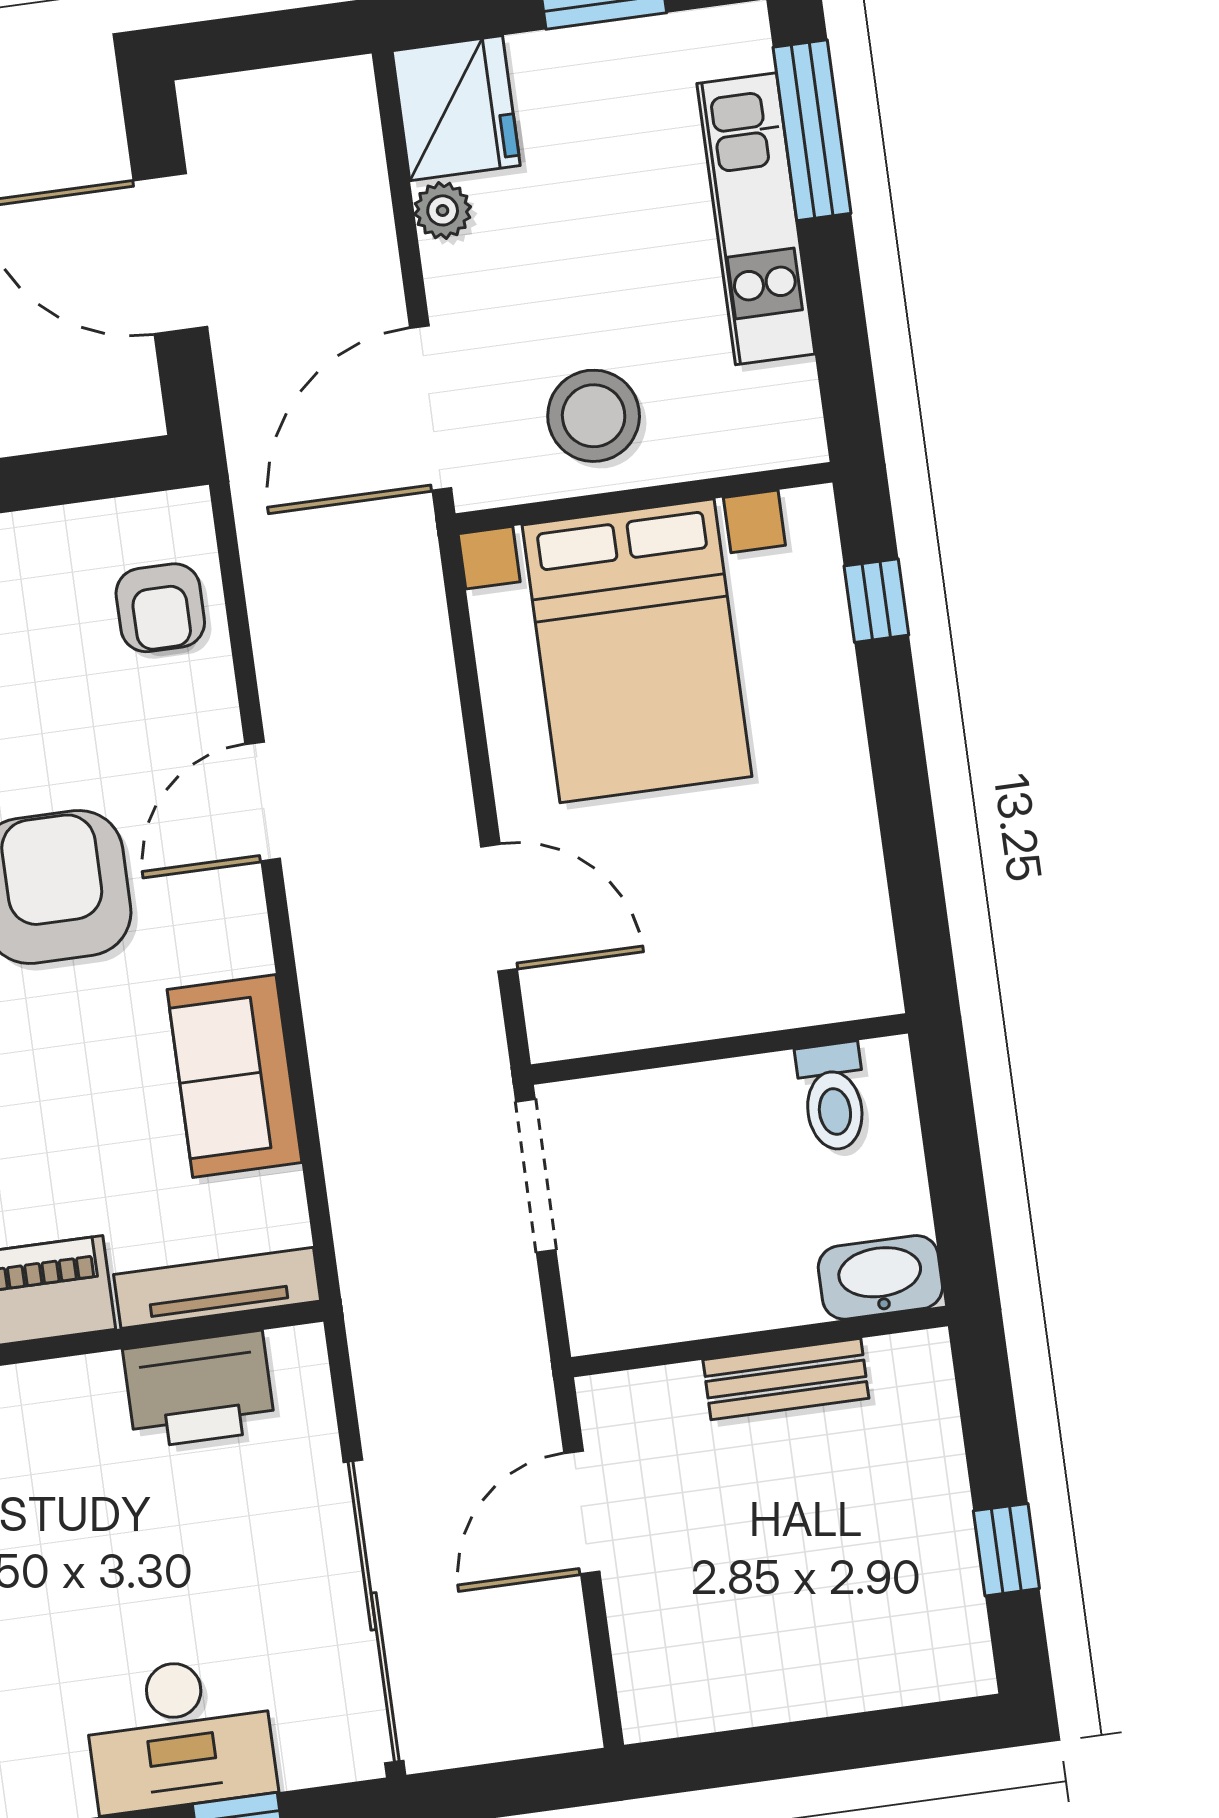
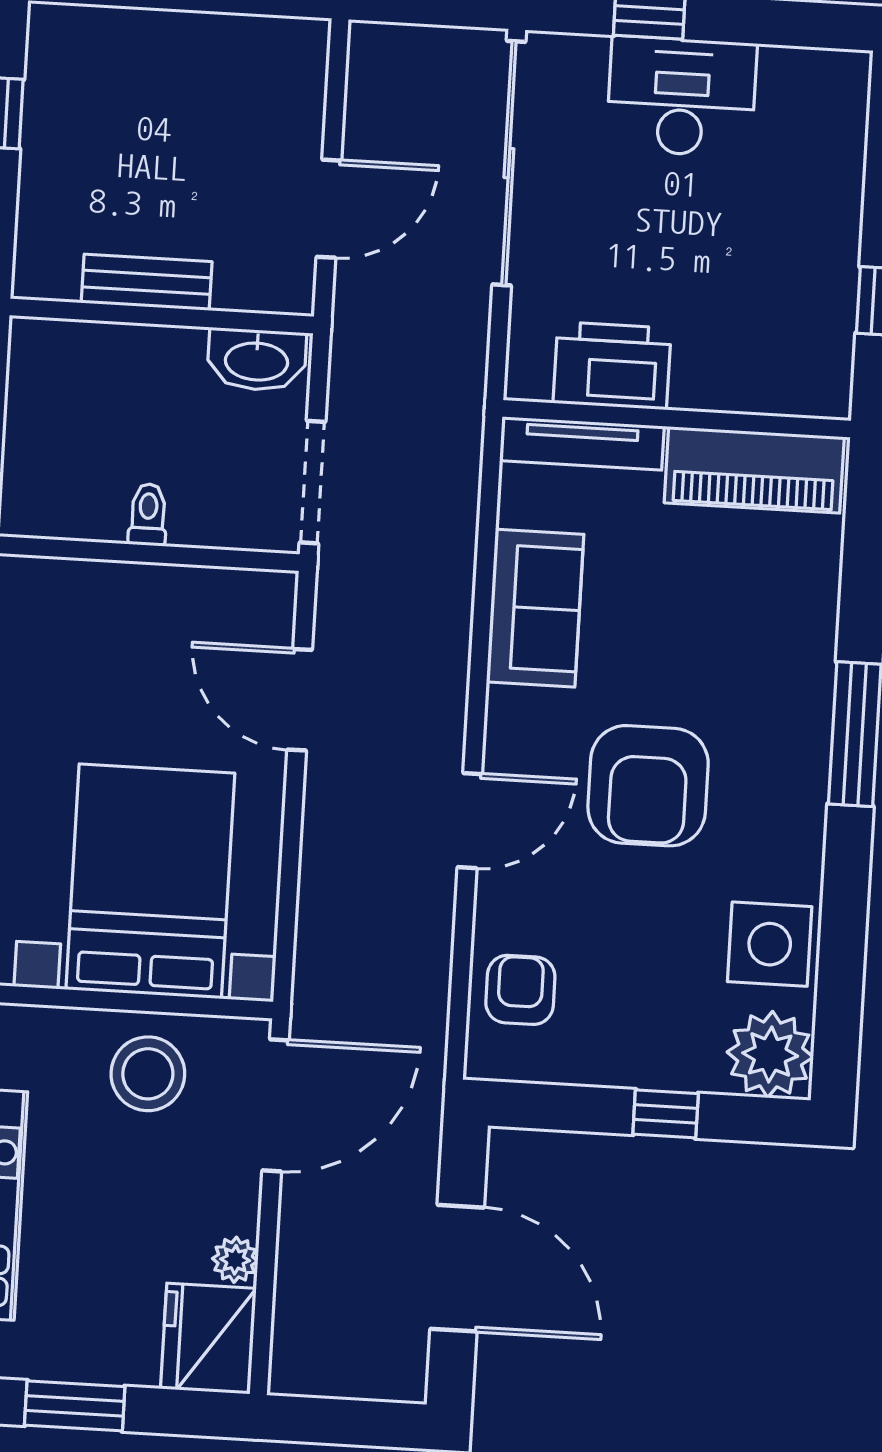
toilet: (833, 1097) -> (148, 515), moved, width x0.73, depth x0.72
washbasin: (880, 1277) -> (257, 360), moved

